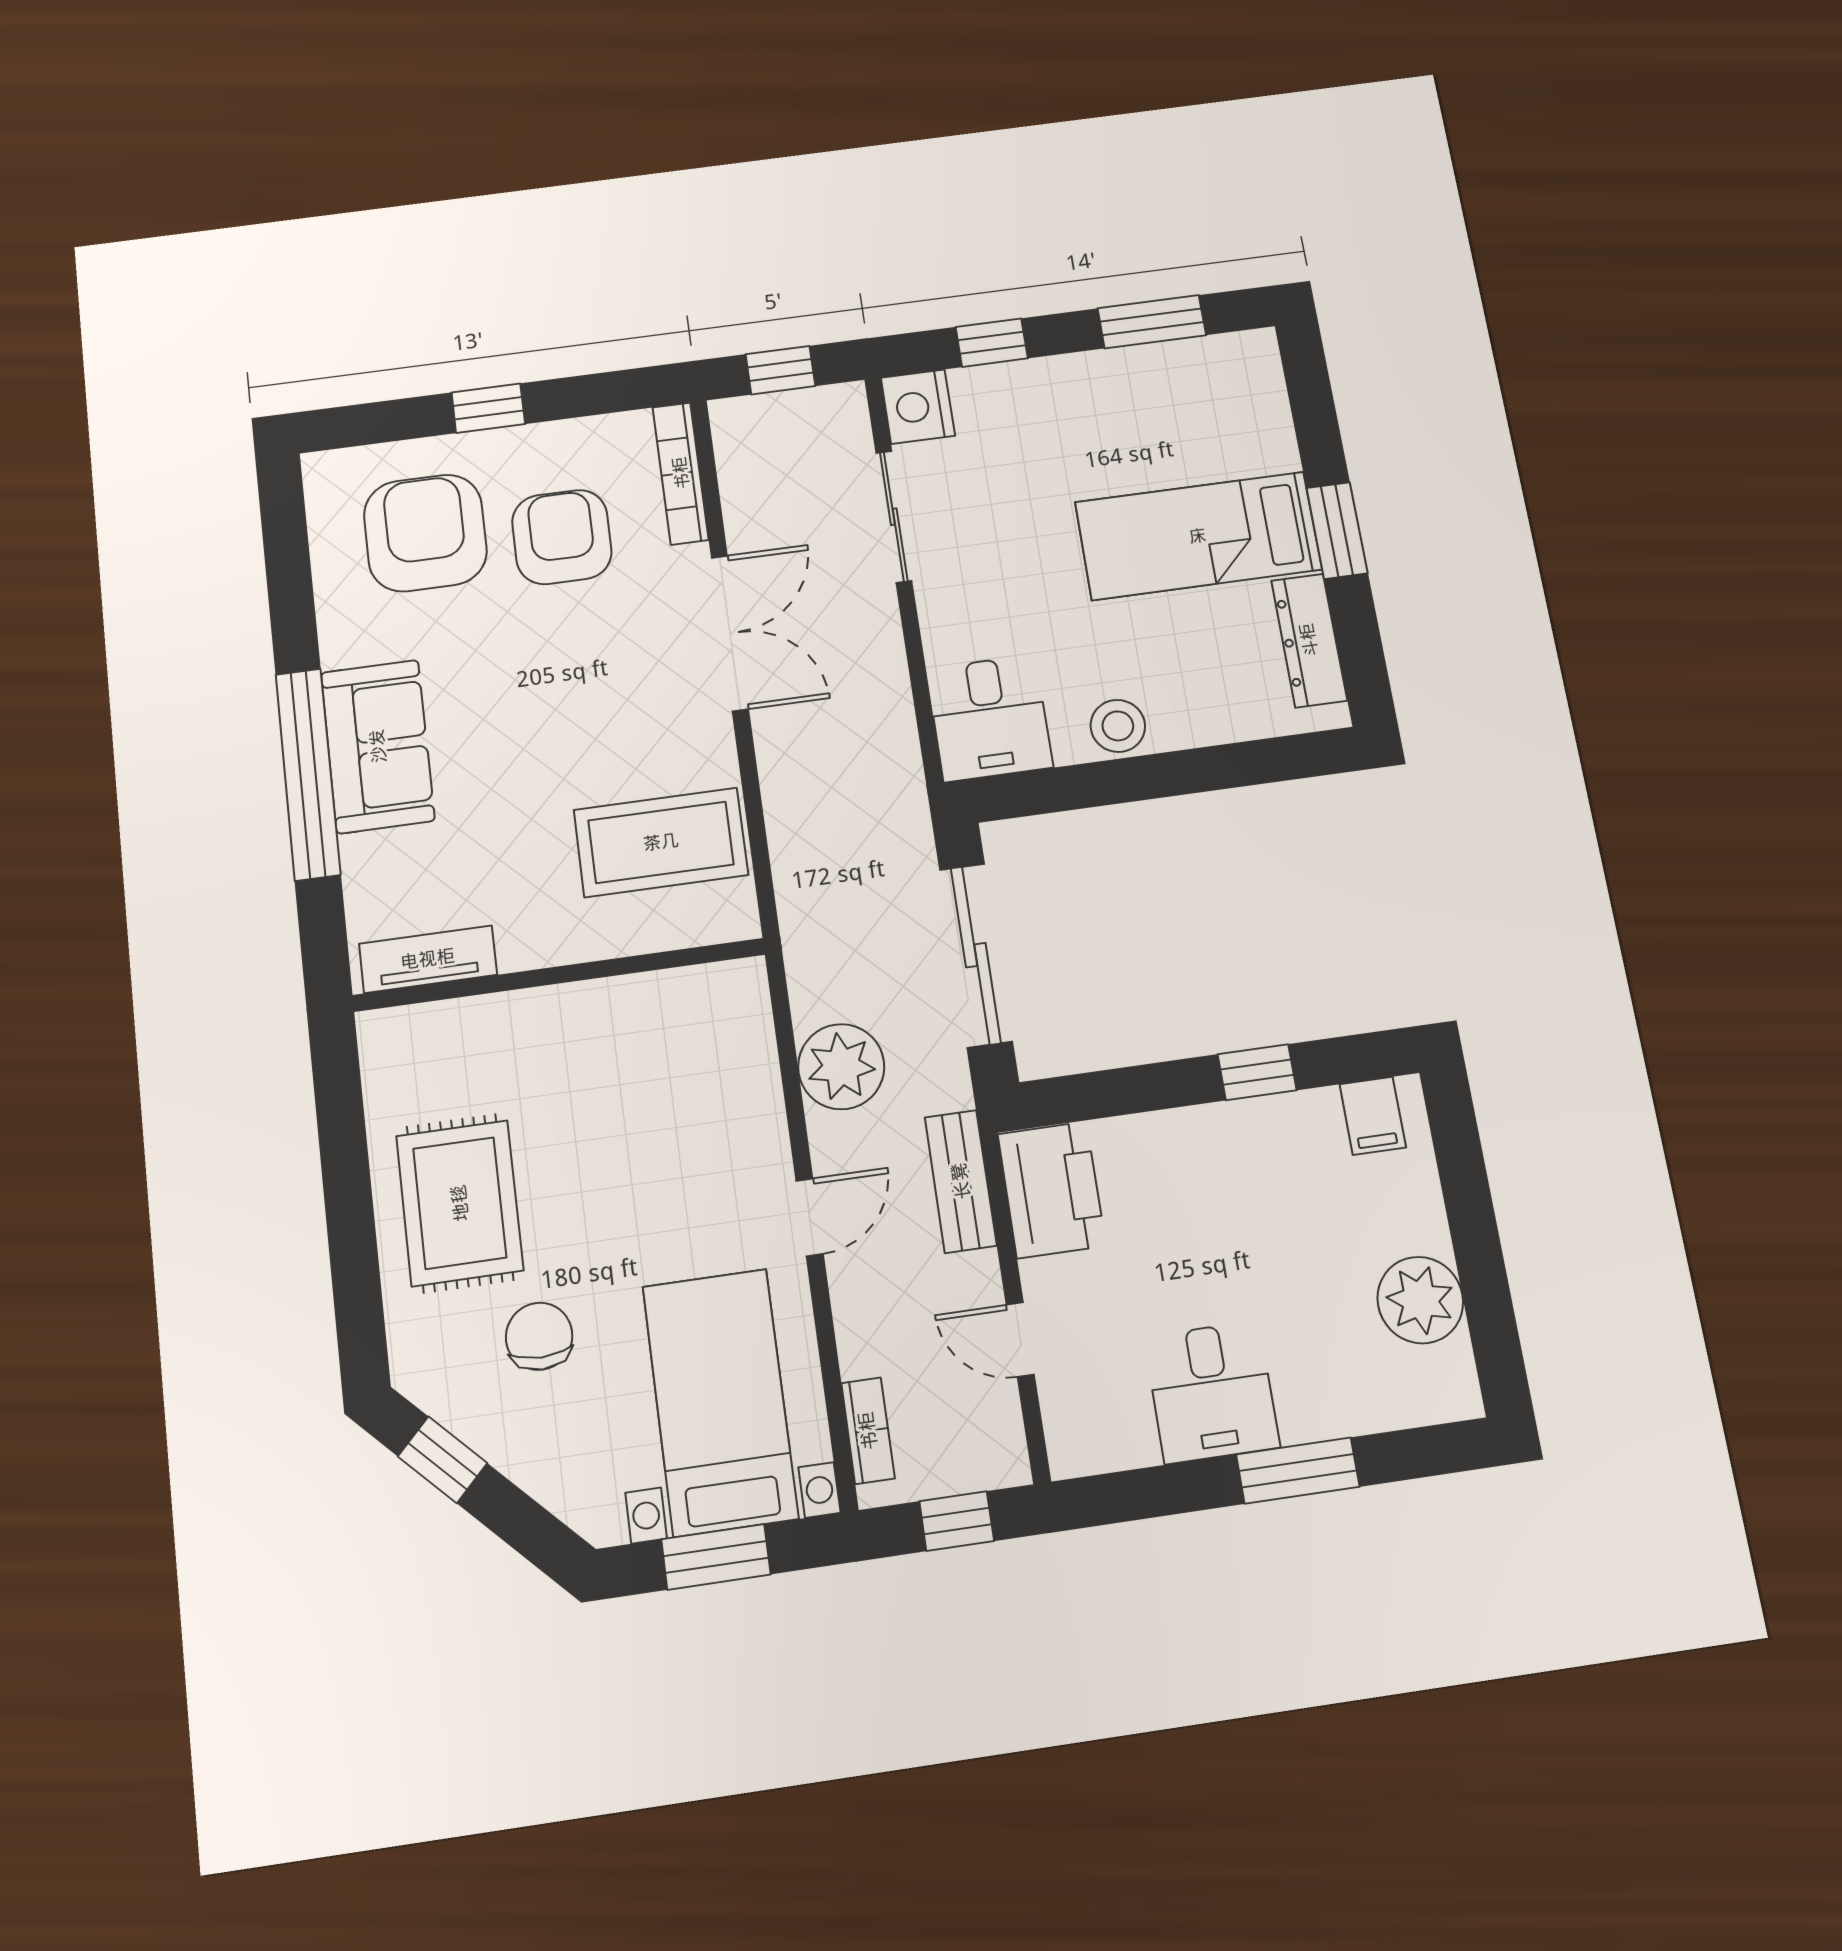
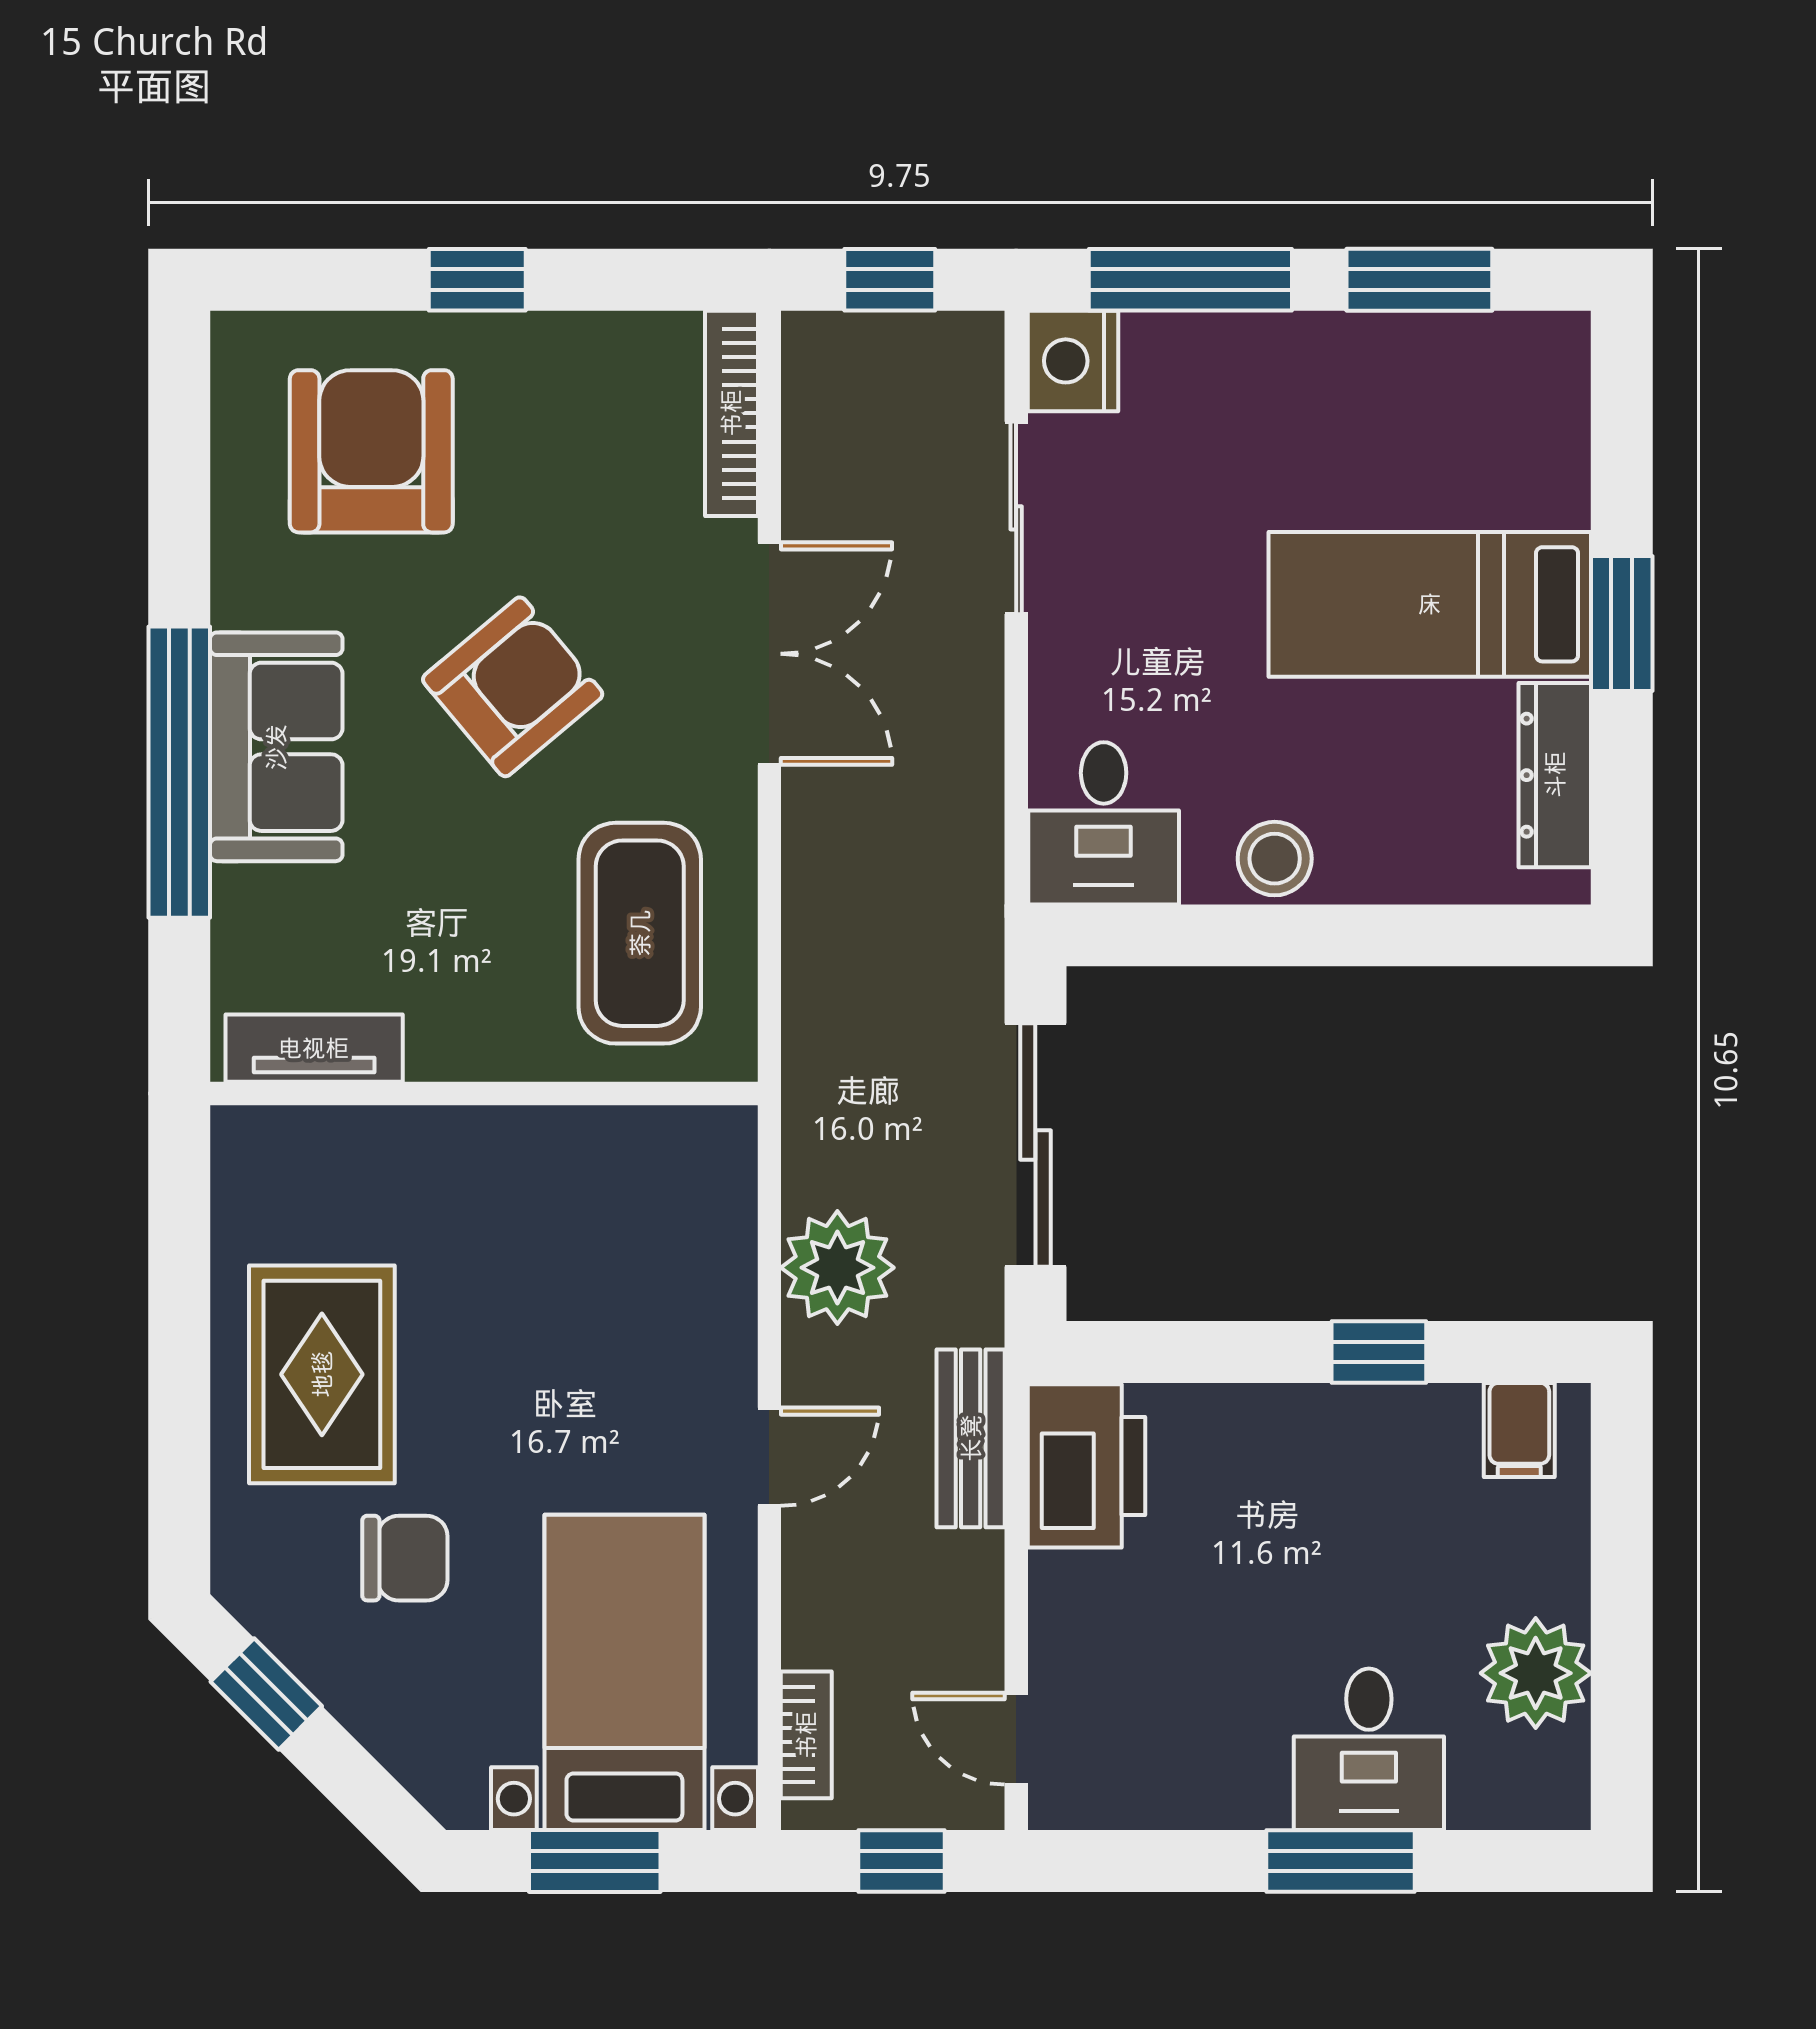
window: (992, 343) -> (1190, 280), width x2.17
armchair: (562, 537) -> (513, 687), moved, turned 50
coffee table: (661, 842) -> (640, 933), turned 90
chair: (539, 1336) -> (405, 1558), turned 90
door: (1020, 1340) -> (1016, 1739), moved
desk: (1212, 1392) -> (1369, 1749), moved

